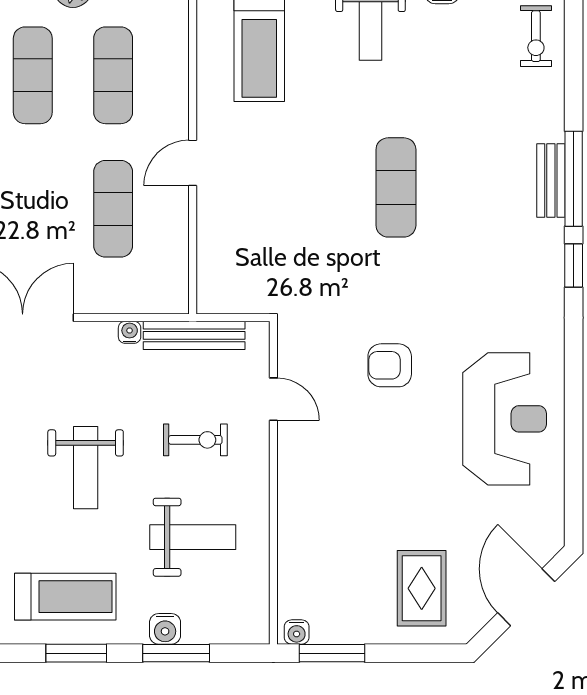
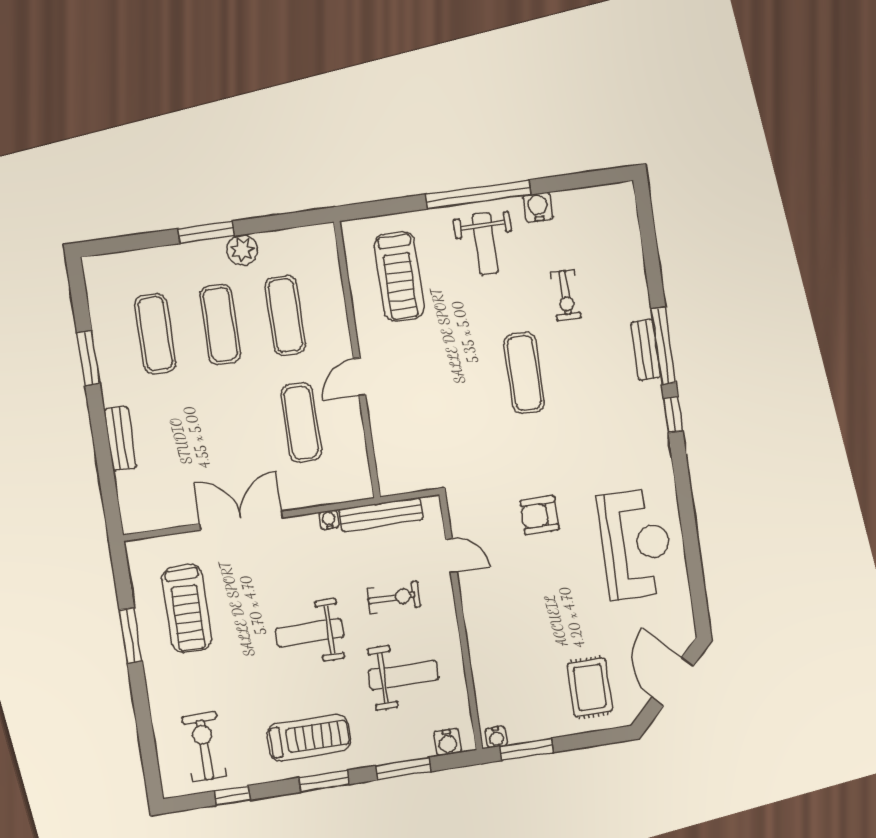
exercise bike: (536, 36) -> (566, 295), moved
weight bench: (86, 468) -> (310, 633), turned 90
water cooler: (165, 629) -> (448, 742), moved

